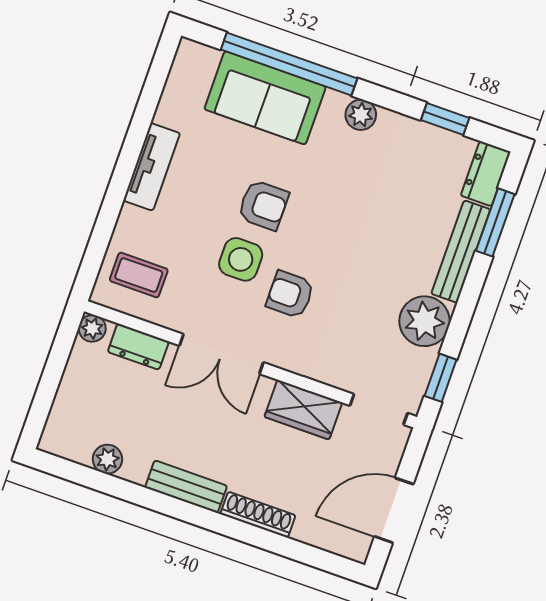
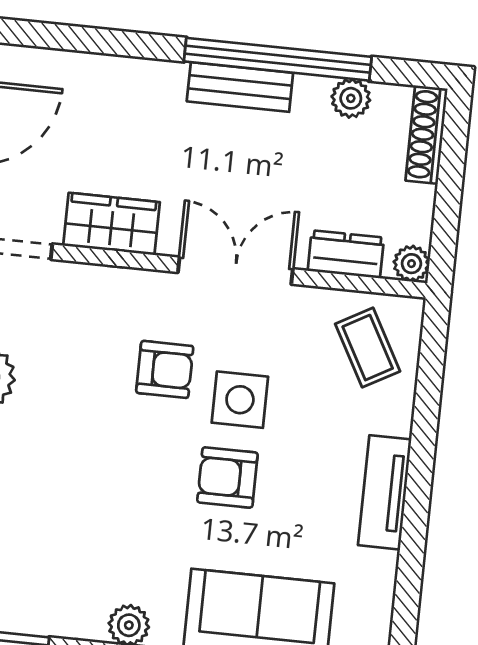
coffee table: (139, 275) -> (368, 348), turned 61
window: (154, 500) -> (278, 59), added
shoe rack: (258, 515) -> (426, 135), moved, turned 90

